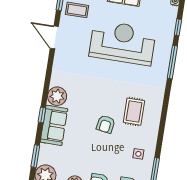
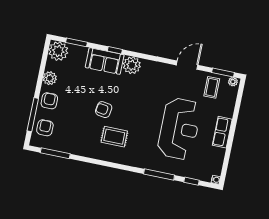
side table: (138, 154) -> (74, 139), removed

